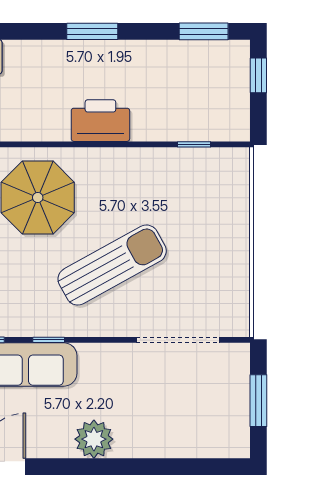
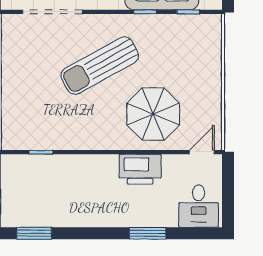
window: (92, 31) -> (148, 233), moved
printer: (100, 121) -> (140, 169), moved

